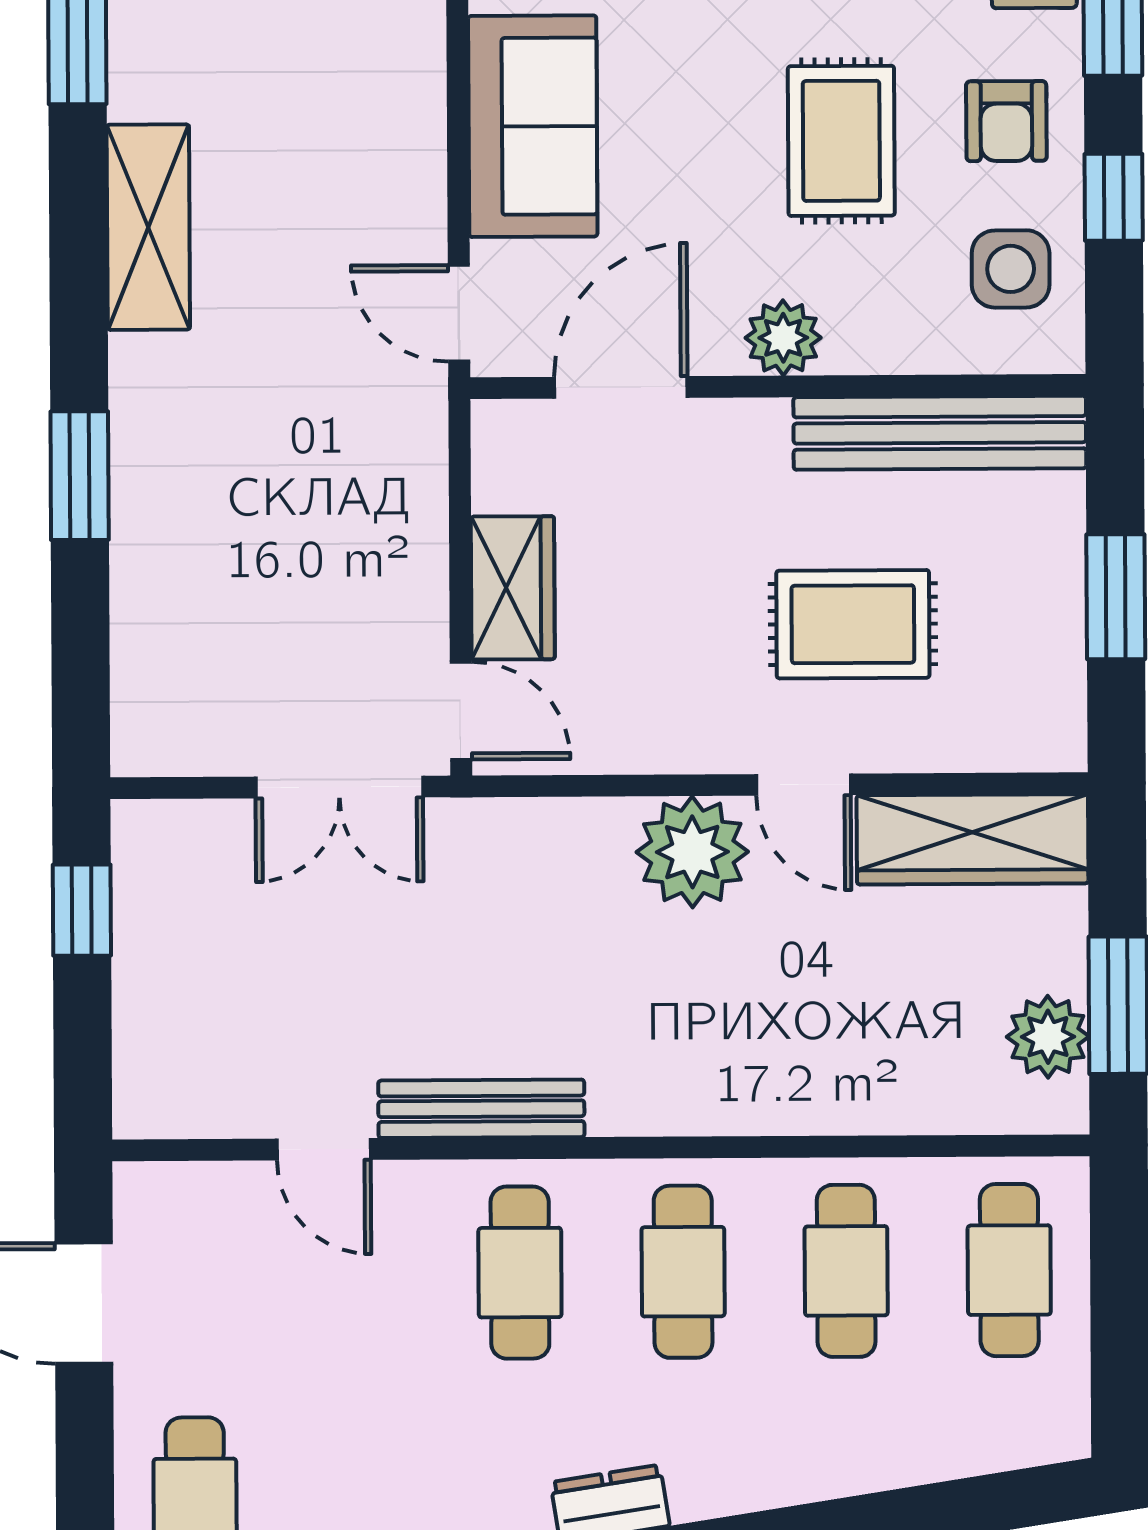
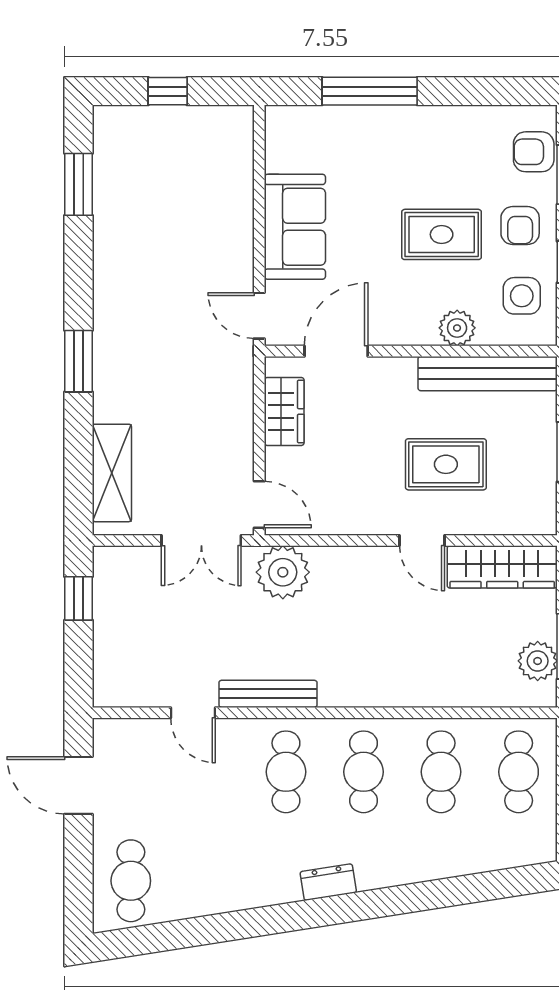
rug: (841, 141) -> (442, 234), turned 90
shelving: (148, 227) -> (112, 473), moved
plant: (783, 338) -> (457, 328), moved
window: (80, 476) -> (79, 361), moved
wardrobe: (513, 588) -> (284, 411), moved
plant: (692, 852) -> (283, 572), moved

